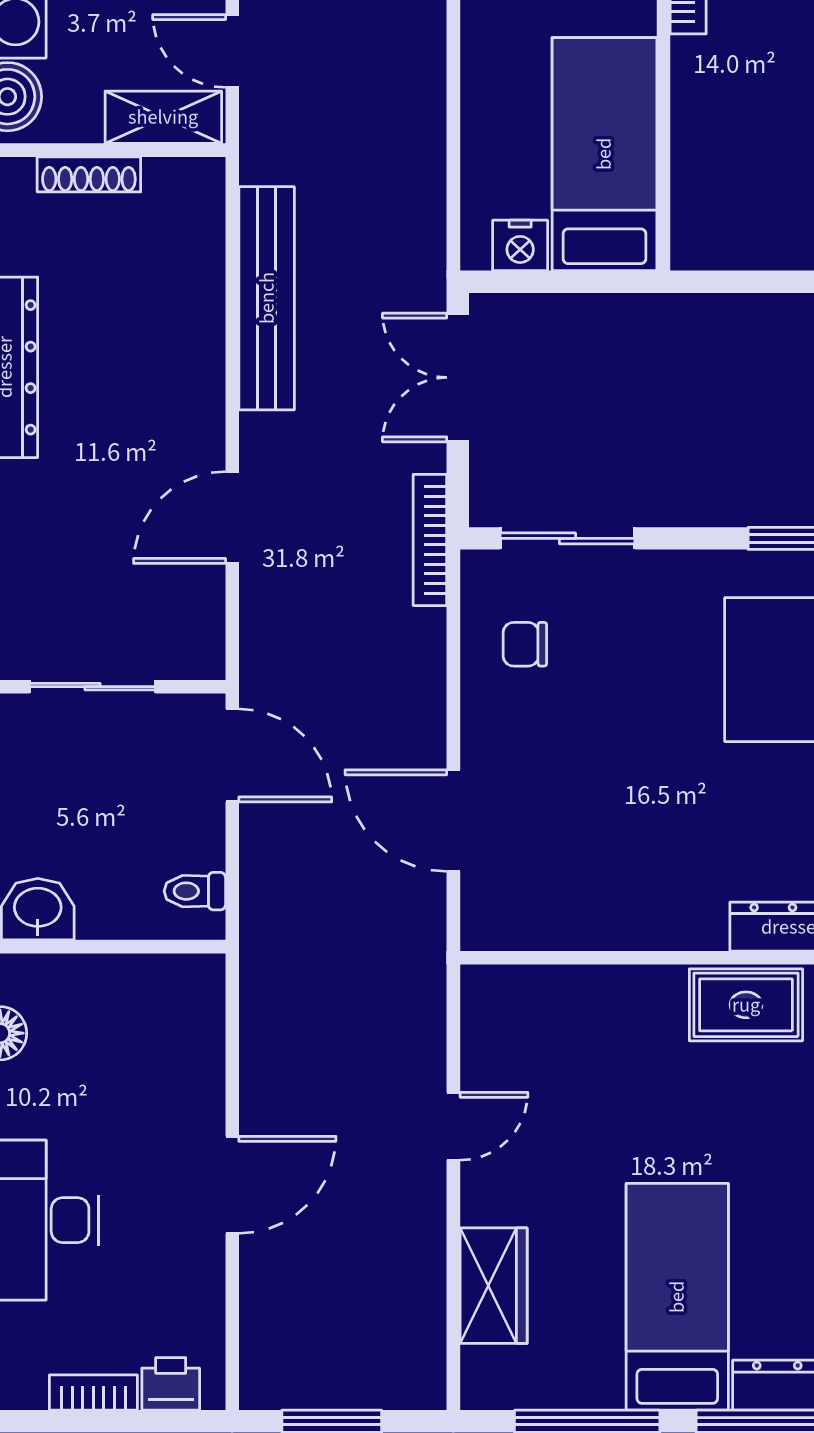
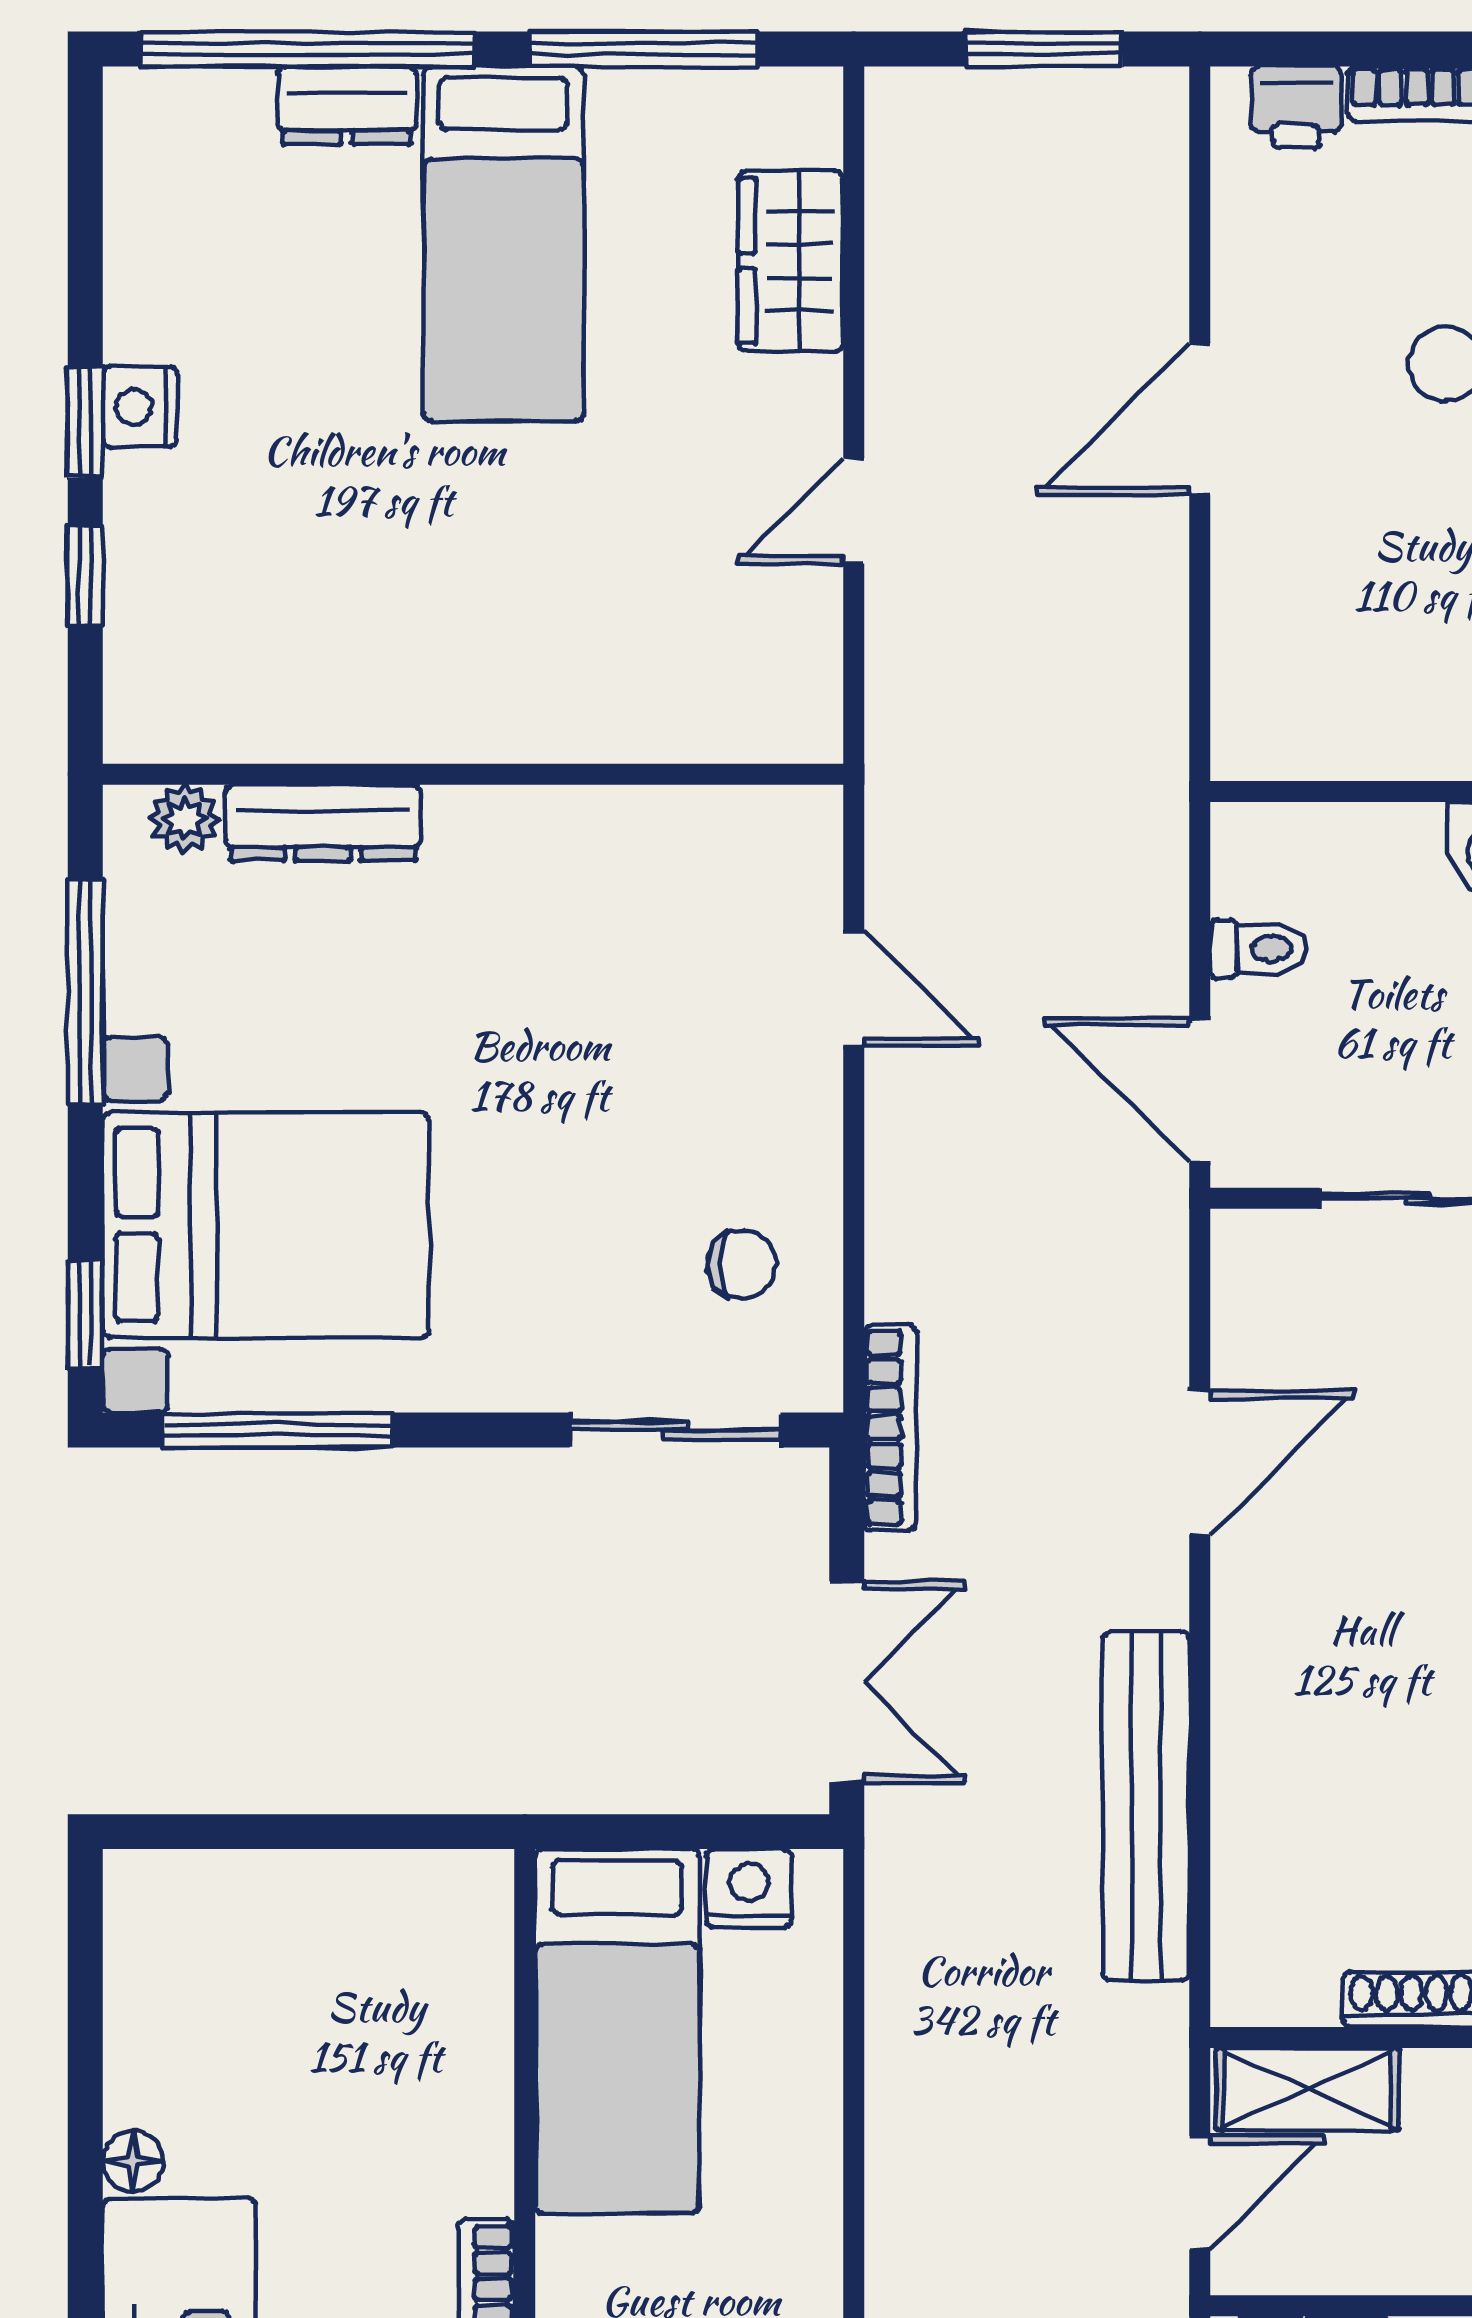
door: (232, 51) -> (1200, 2193), hinge flipped
door: (453, 821) -> (854, 989), width x0.73
toilet: (195, 891) -> (1258, 949), moved
rug: (746, 1005) -> (396, 700), removed

